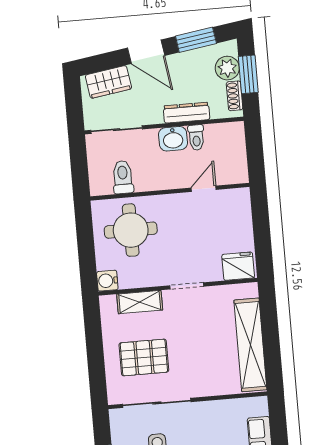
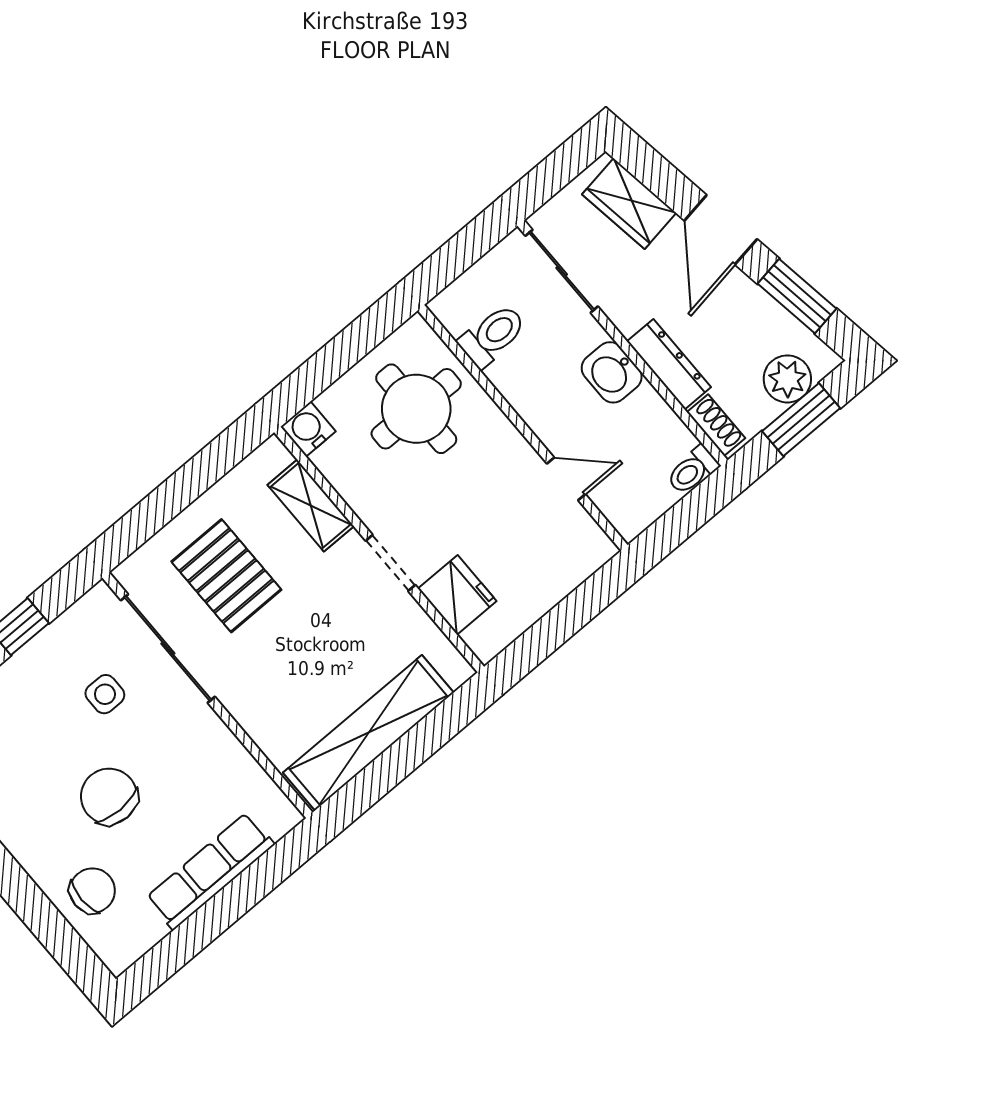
shoe rack: (235, 96) -> (716, 425), moved, turned 90
toilet: (196, 137) -> (693, 470), moved
fridge: (238, 266) -> (457, 595), moved

